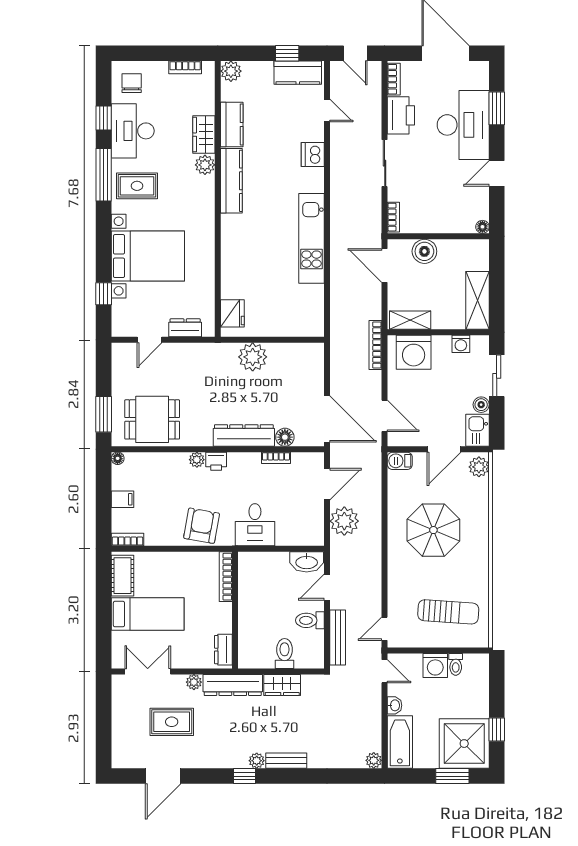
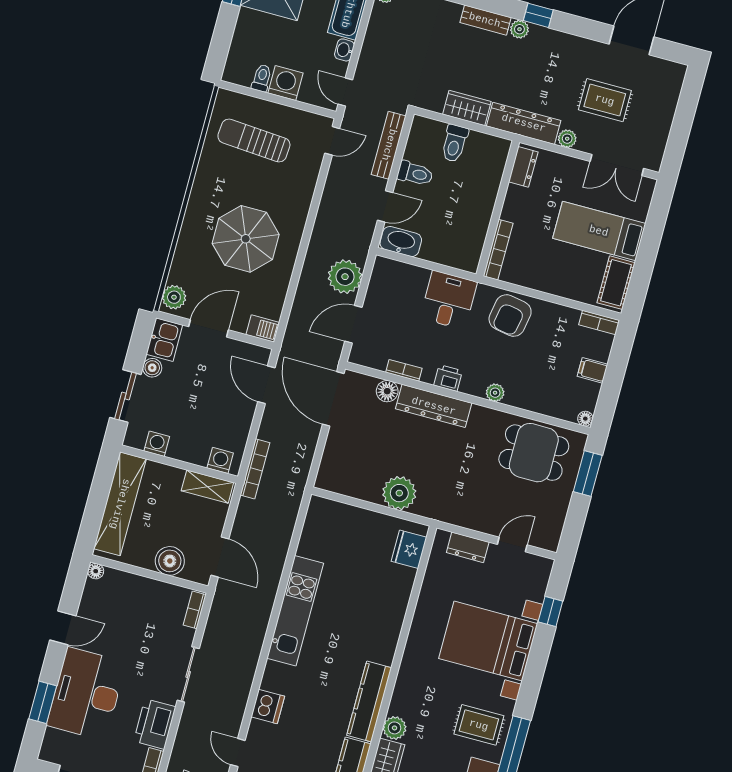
shelving: (477, 300) -> (120, 504), width x1.47
washing machine: (414, 352) -> (220, 460), width x0.53, depth x0.53
printer: (216, 461) -> (448, 378), moved

